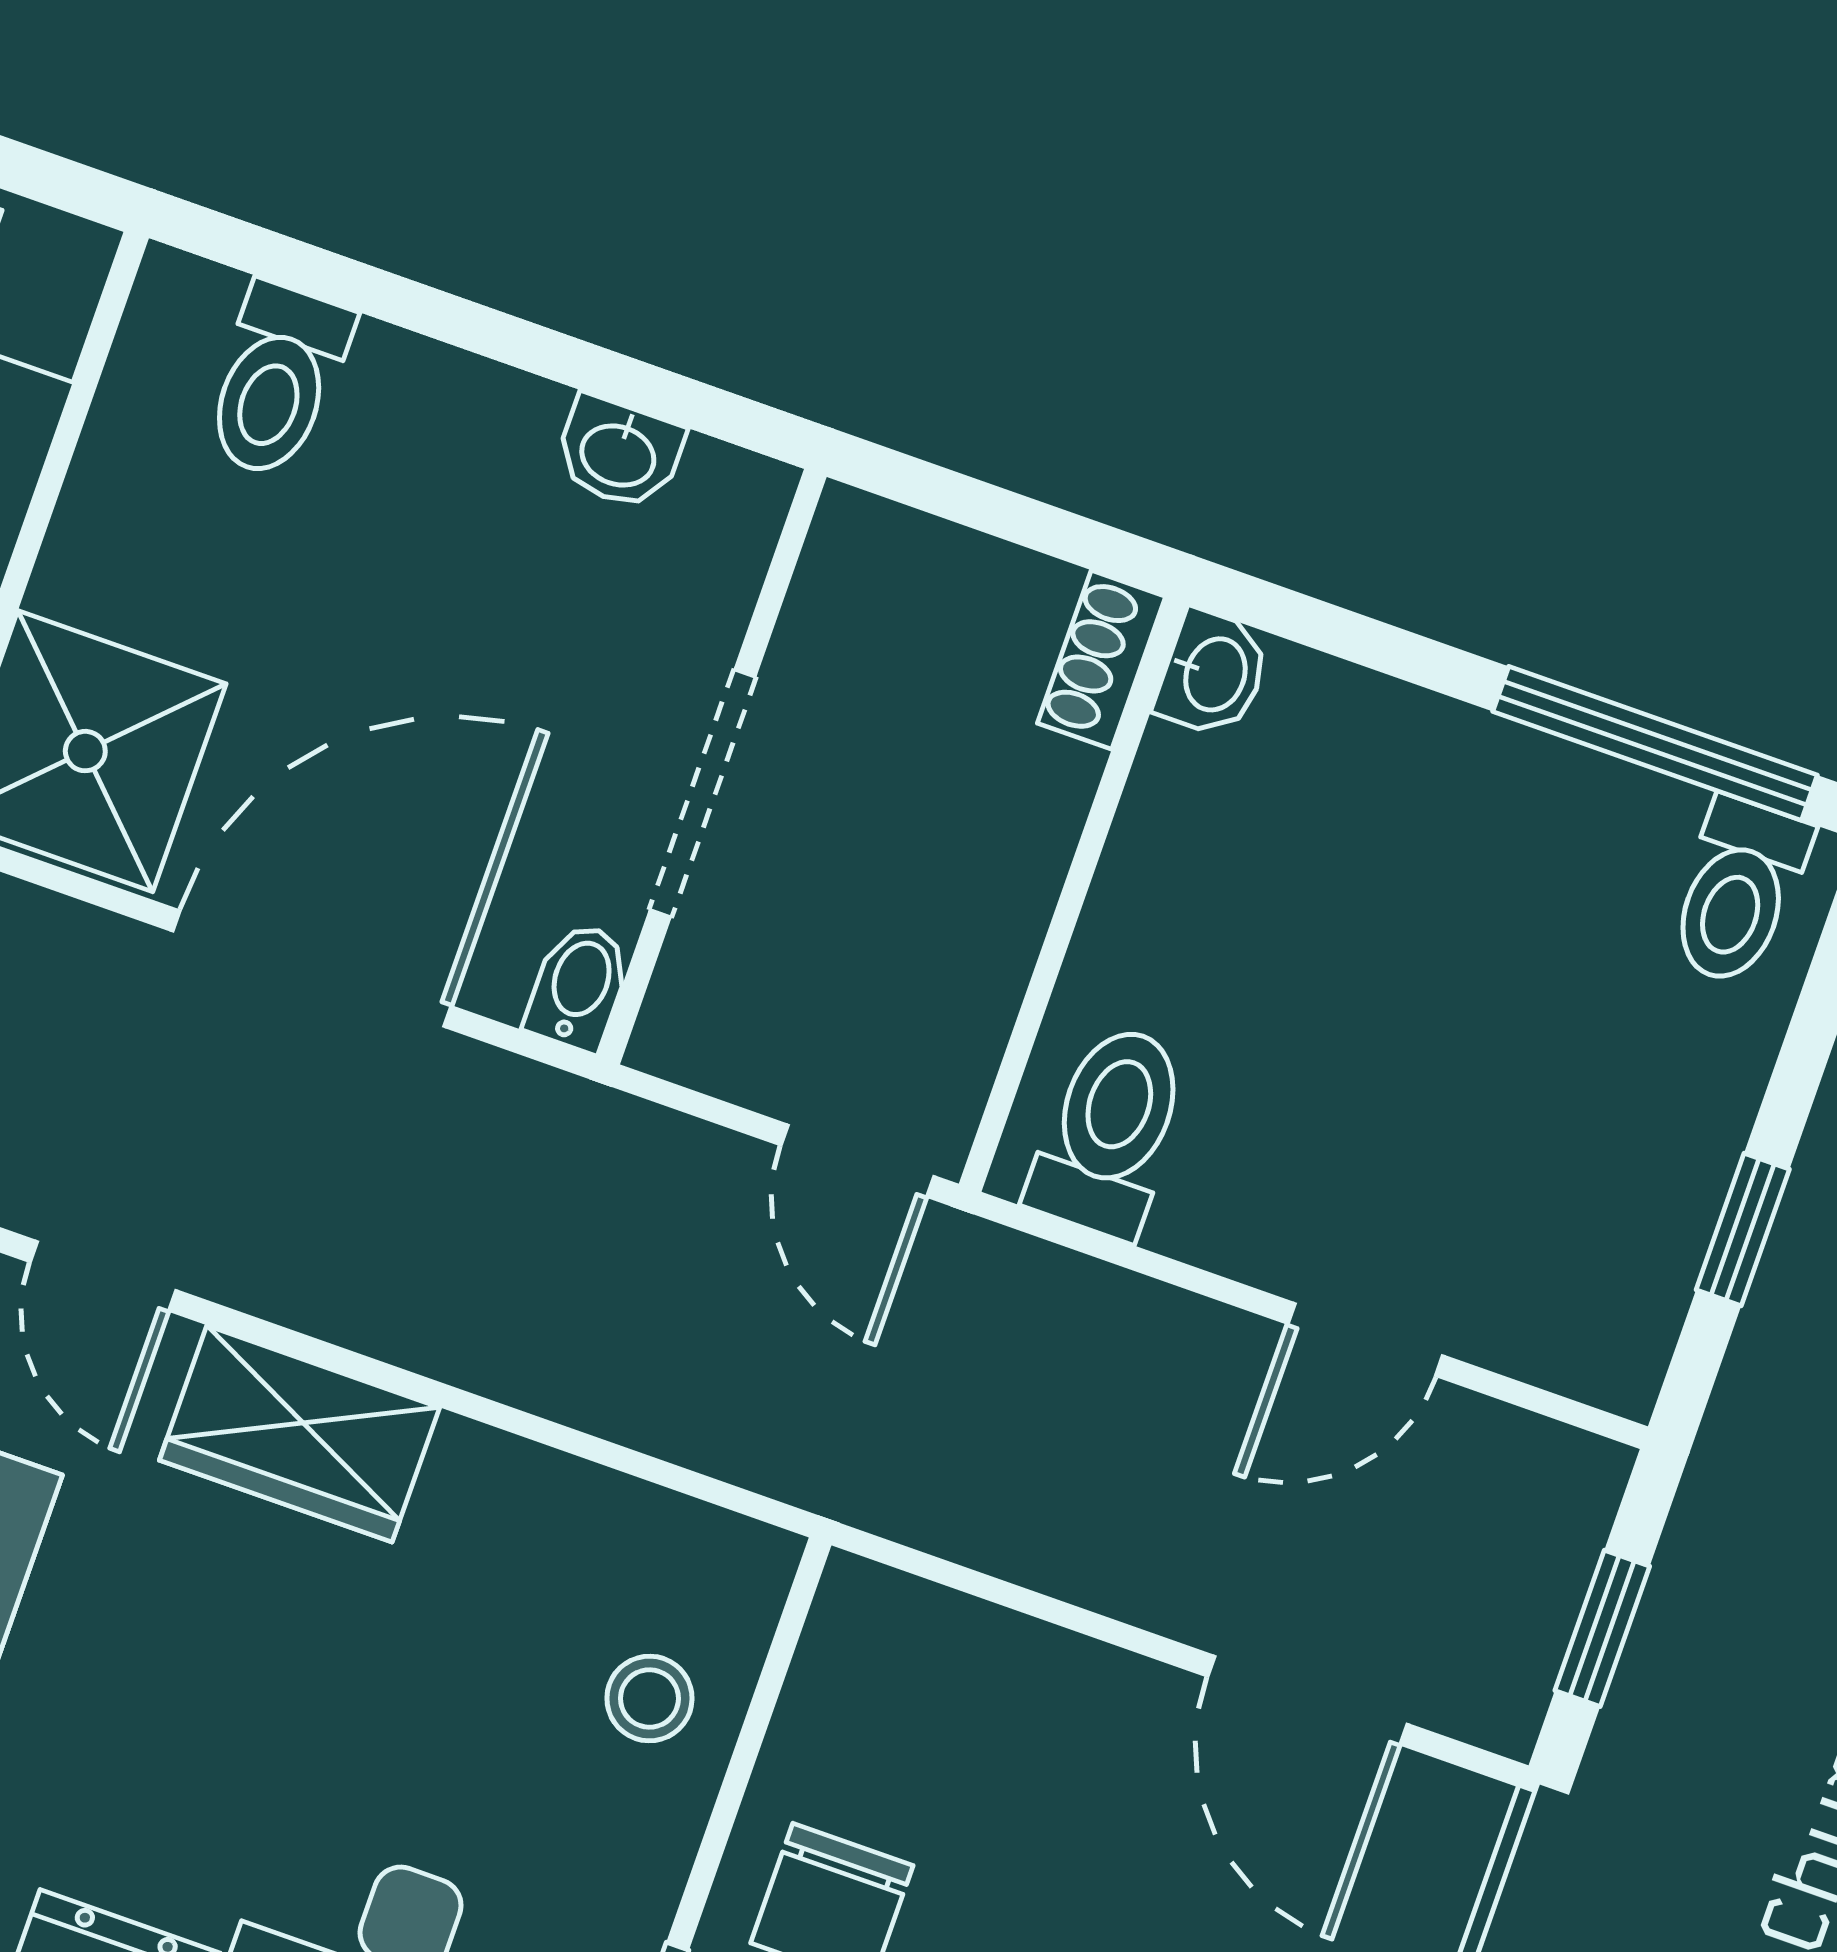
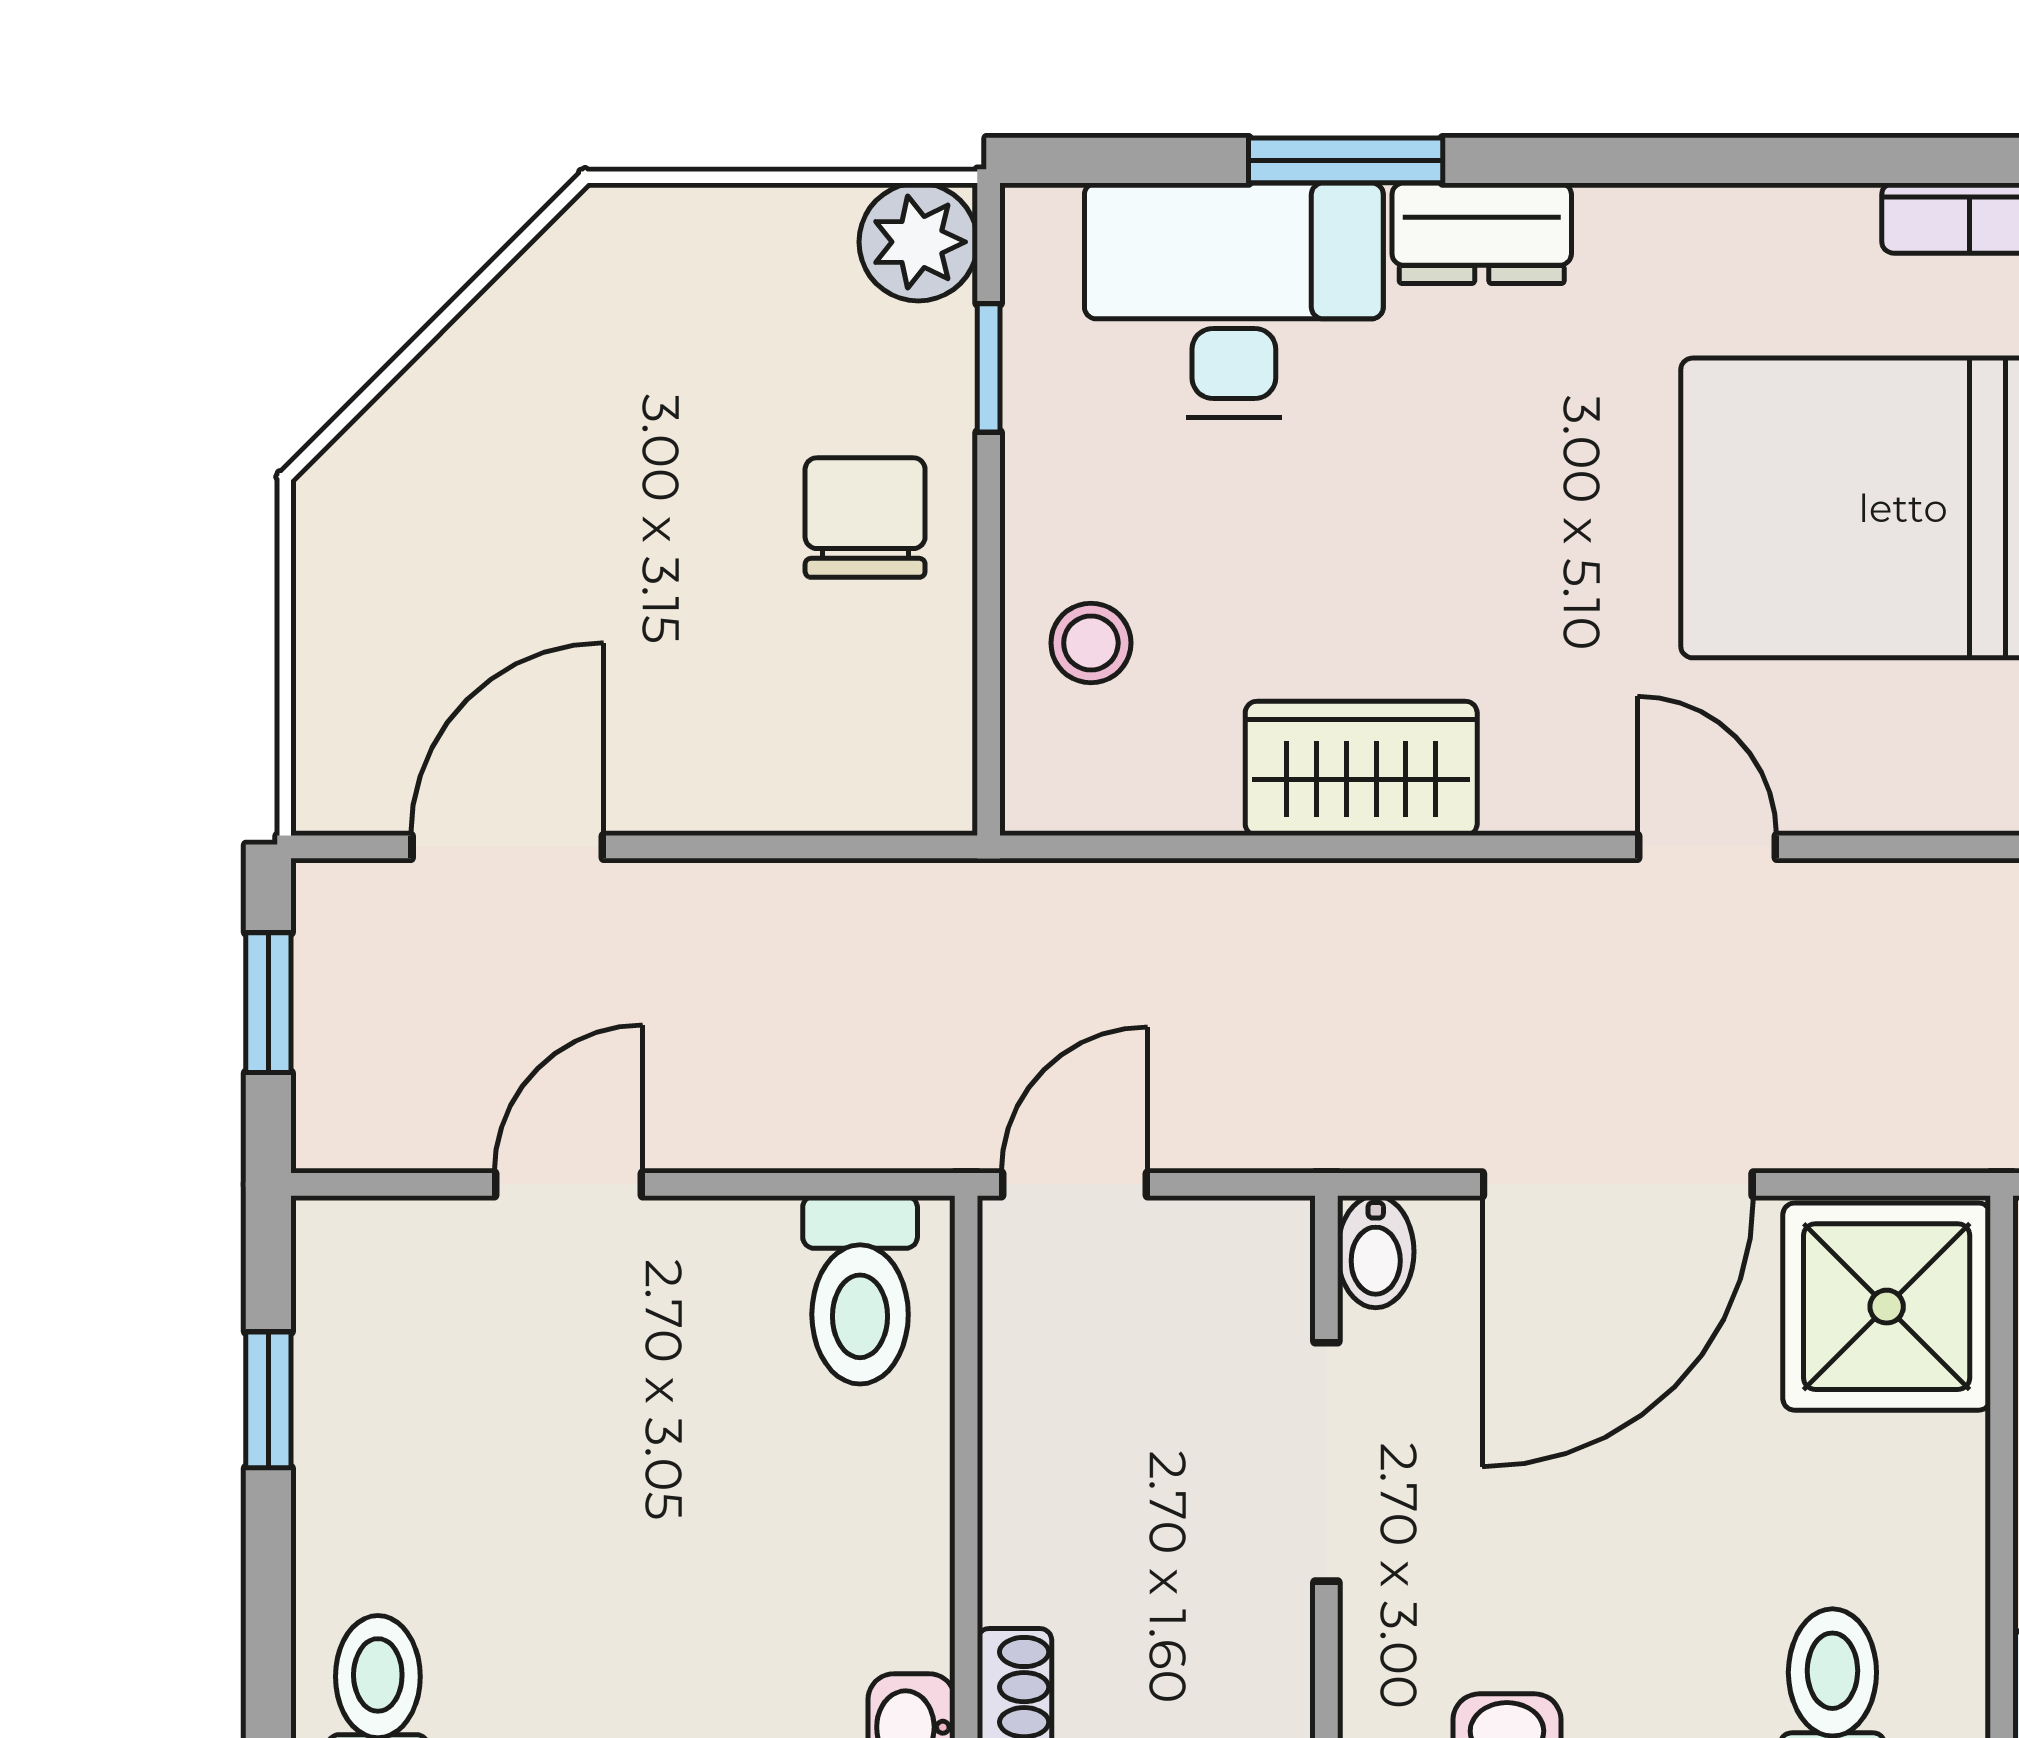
door: (857, 1161) -> (1074, 1184), hinge flipped
wardrobe: (299, 1434) -> (1361, 768), moved
door: (1307, 1700) -> (507, 847), hinge flipped

